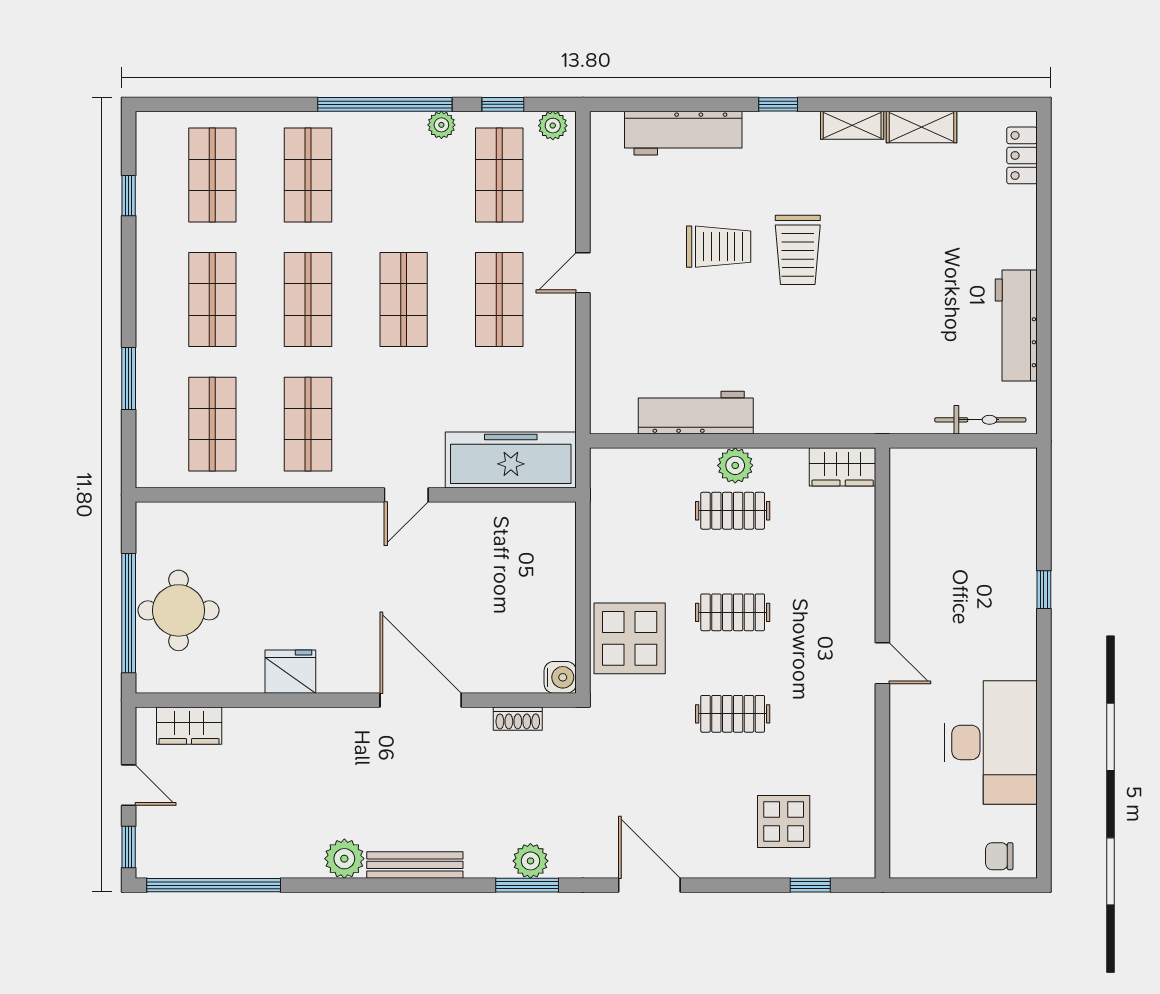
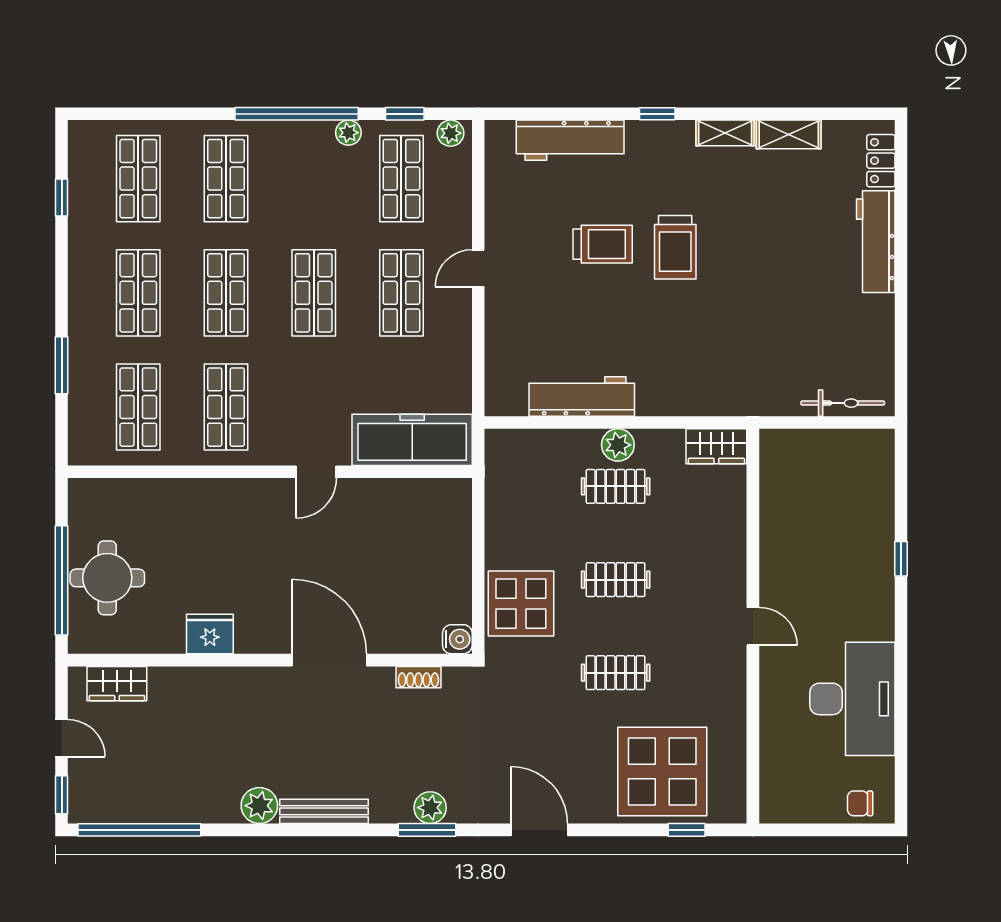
workbench: (1016, 326) -> (876, 242), moved
display table: (784, 822) -> (662, 771), width x1.86, depth x1.86

